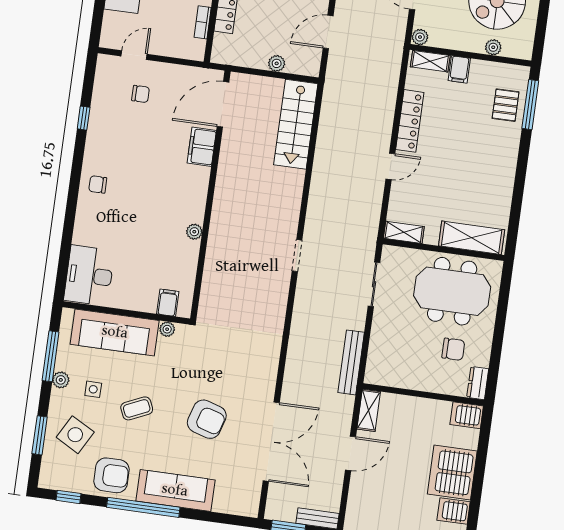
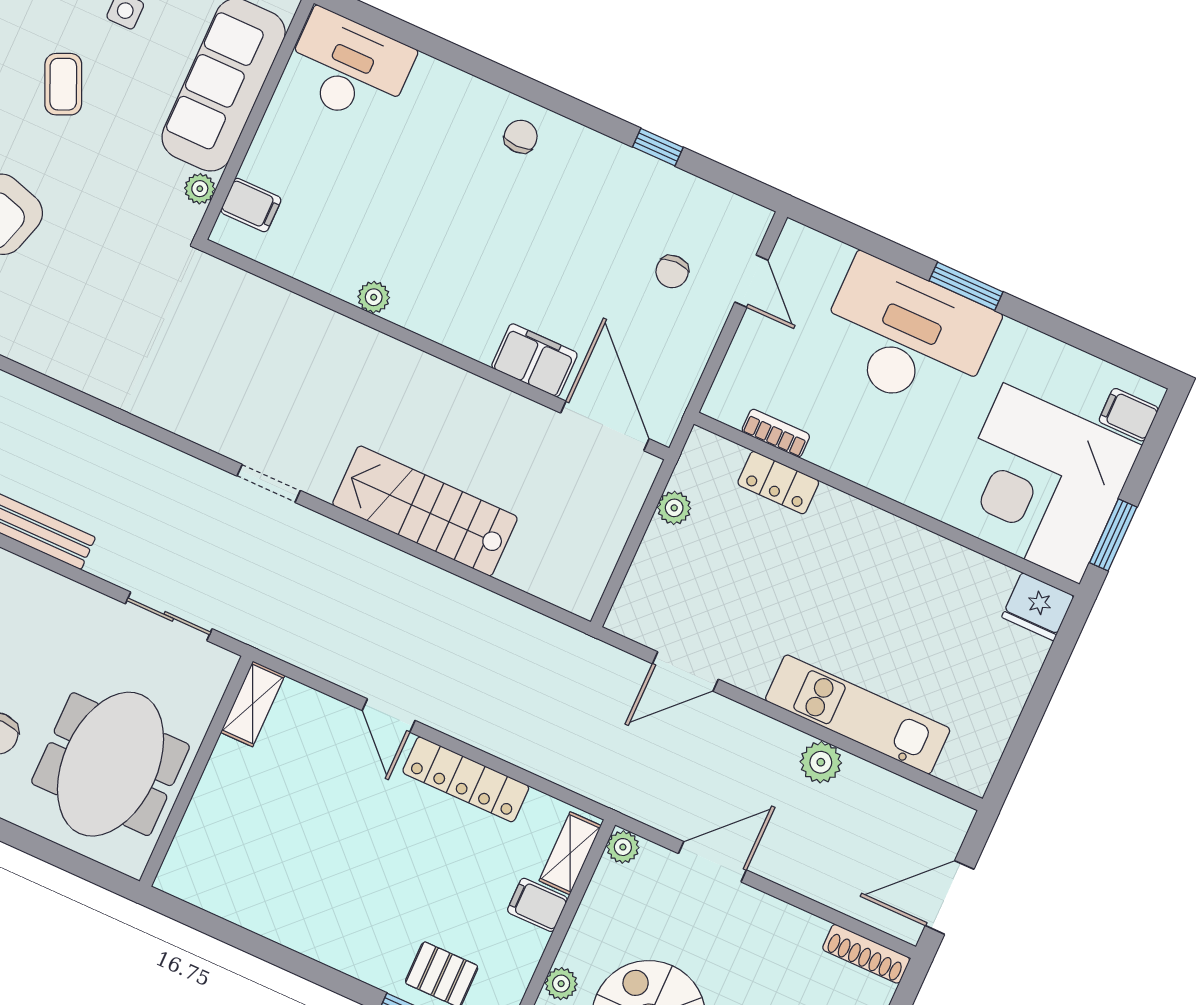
door: (328, 32) -> (685, 671), swing flipped
plant: (277, 63) -> (674, 508), moved
stairs: (296, 124) -> (425, 511), moved
shelving: (472, 238) -> (203, 833), removed

